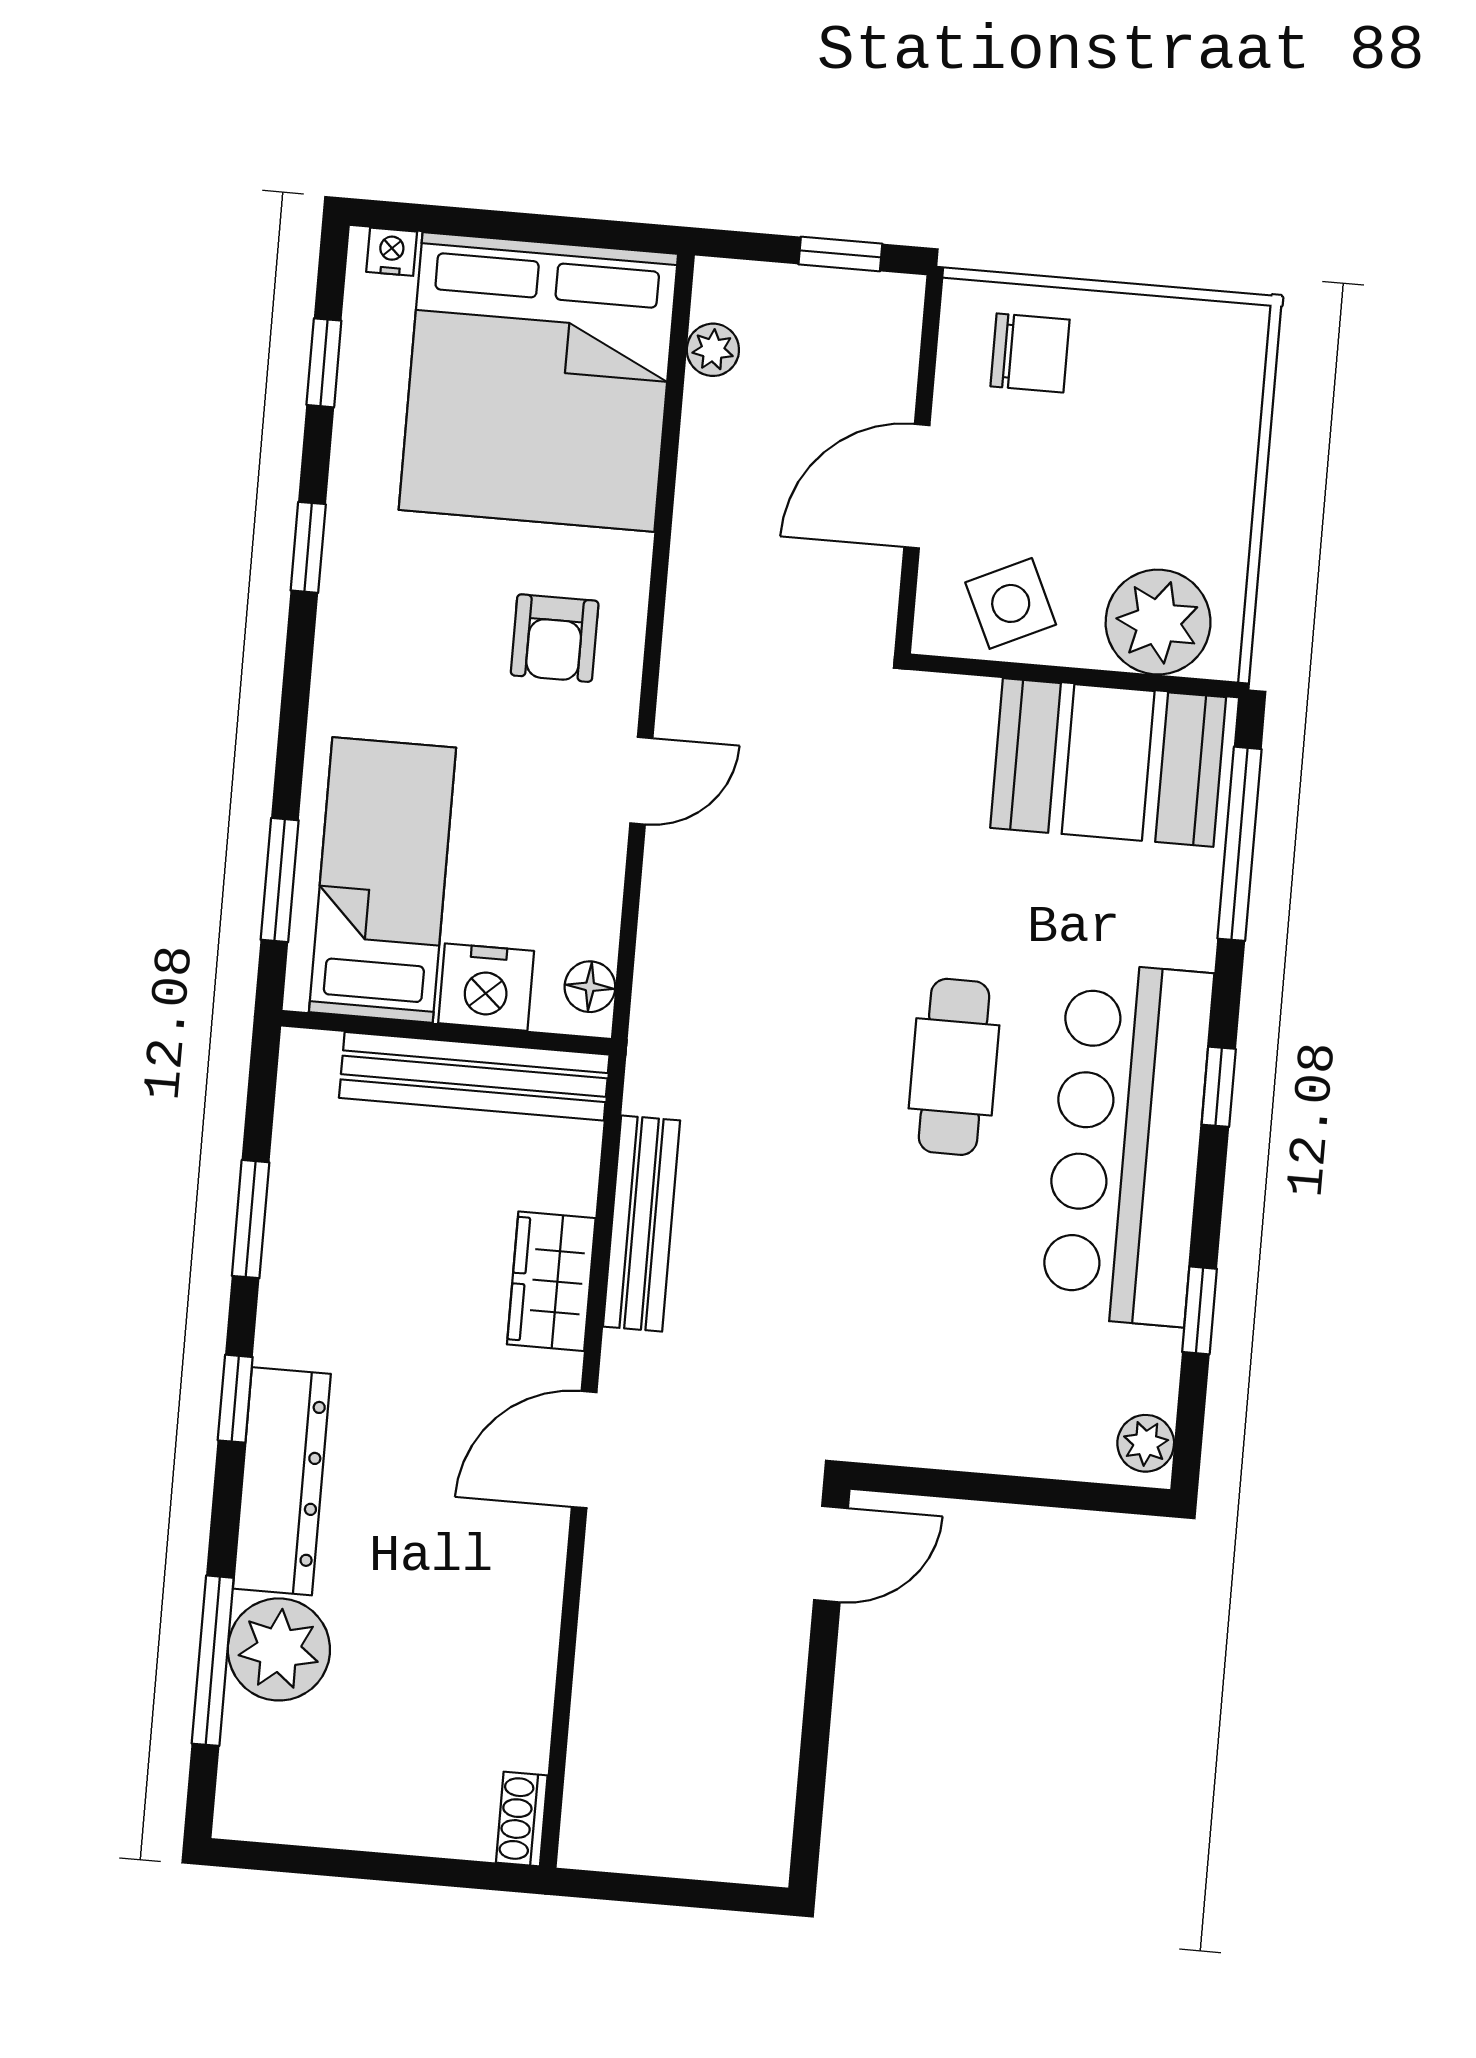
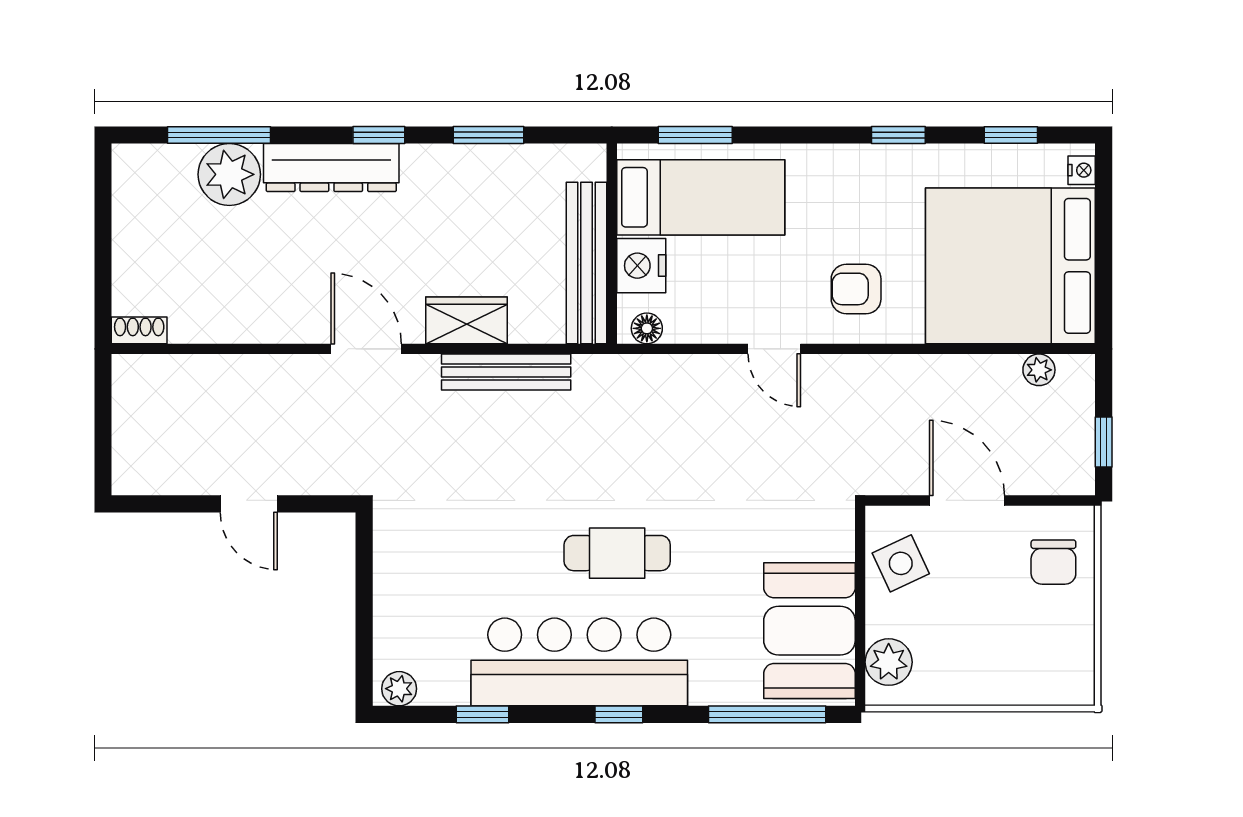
plant: (1158, 622) -> (889, 662), width x0.73, depth x0.73
door: (831, 1554) -> (249, 504), moved

